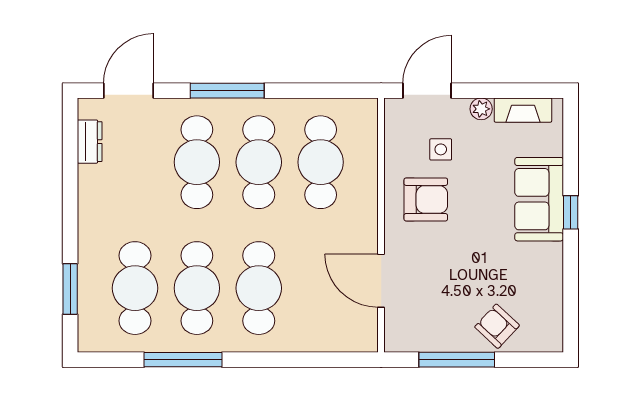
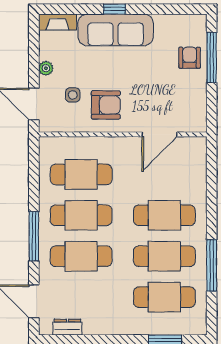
fireplace: (523, 110) -> (57, 22), moved, turned 90
armchair: (426, 199) -> (106, 105), turned 90
sofa: (539, 199) -> (116, 30), width x1.36
armchair: (497, 326) -> (190, 58), turned 137
window: (457, 360) -> (212, 58), moved

